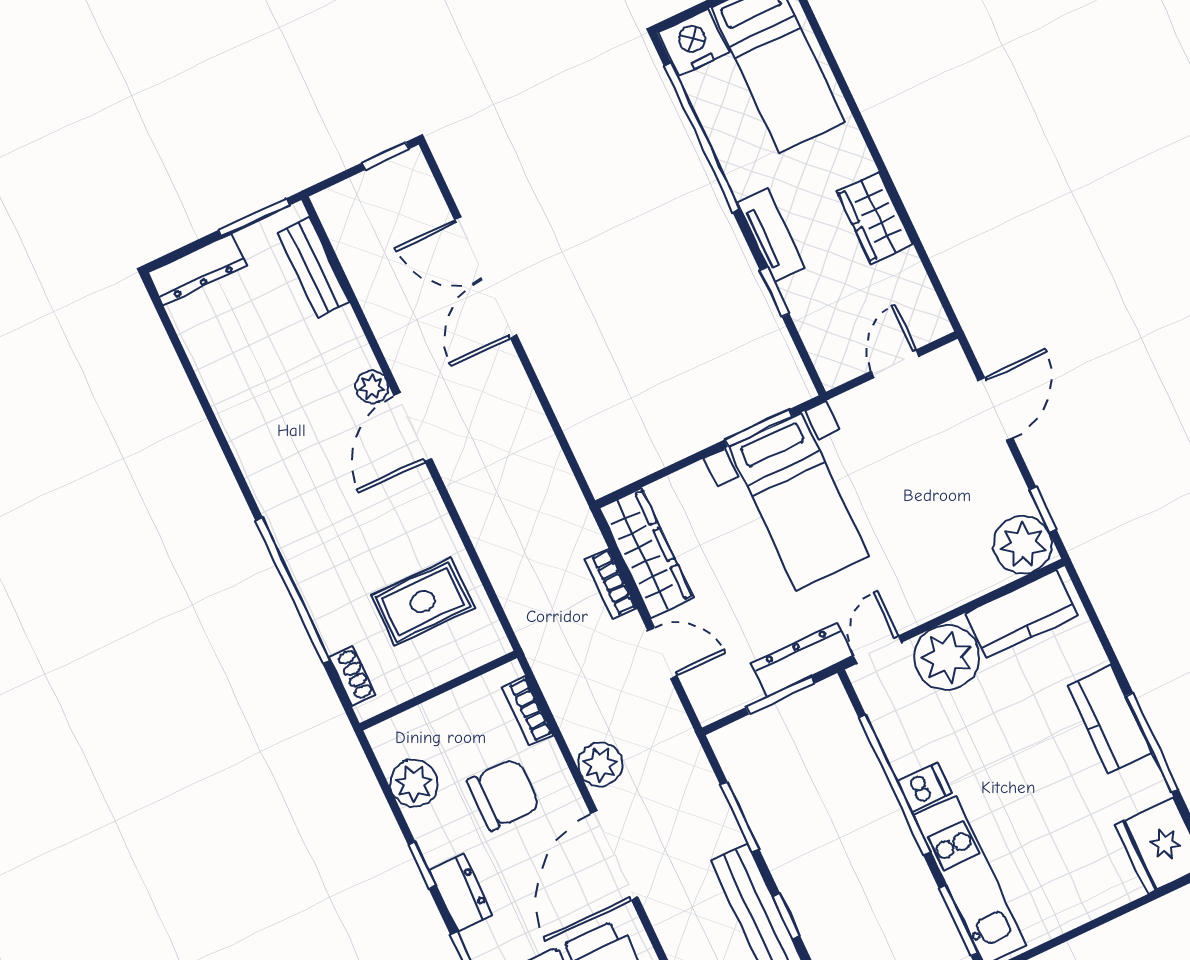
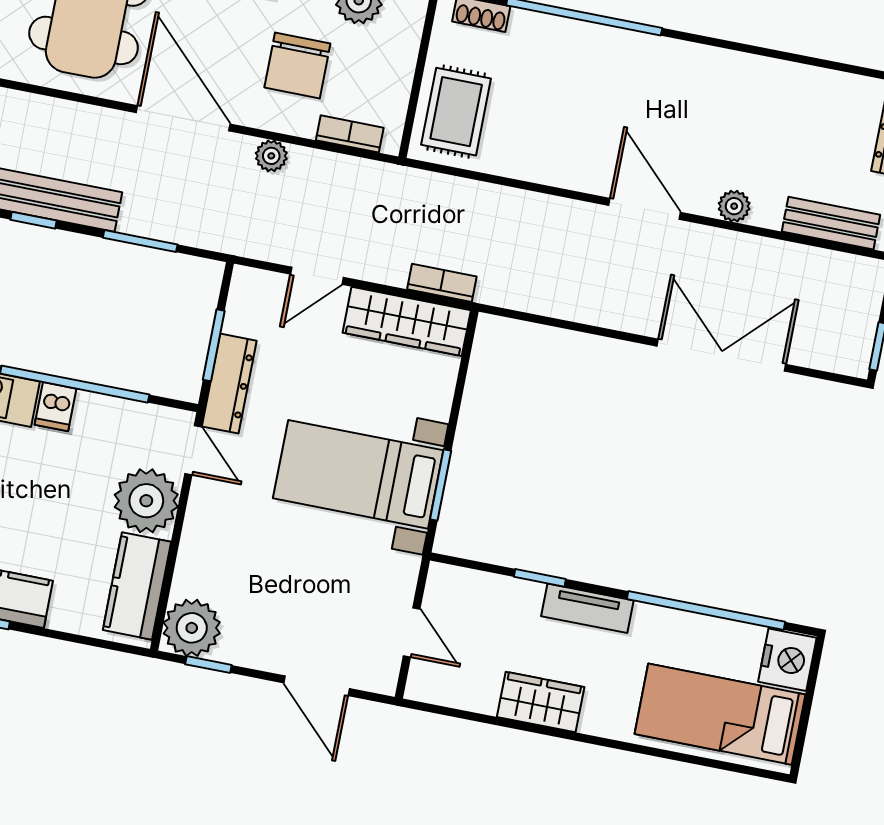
plant: (372, 387) -> (734, 206), moved
bookcase: (611, 584) -> (442, 283), moved
rug: (423, 602) -> (456, 112), moved
plant: (600, 764) -> (271, 156), width x0.73, depth x0.73

